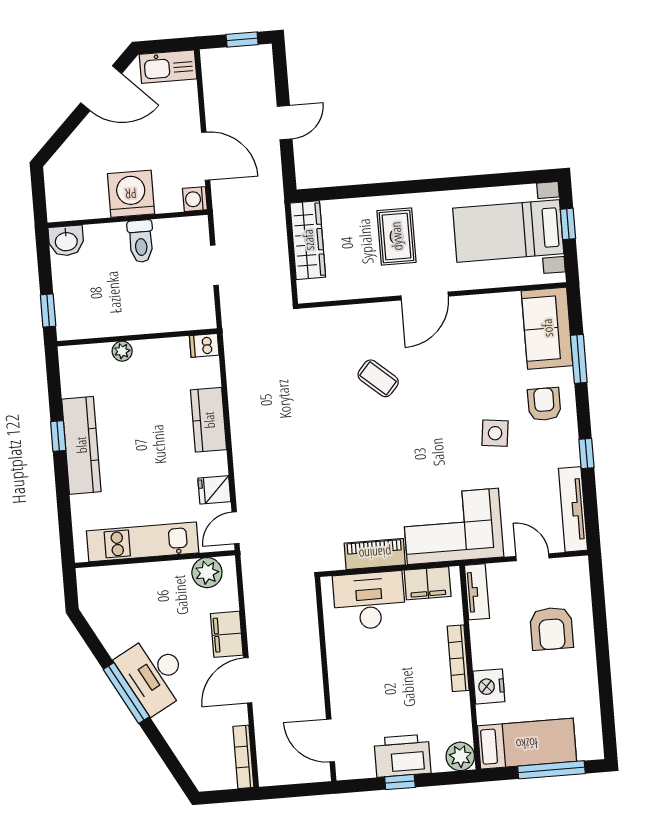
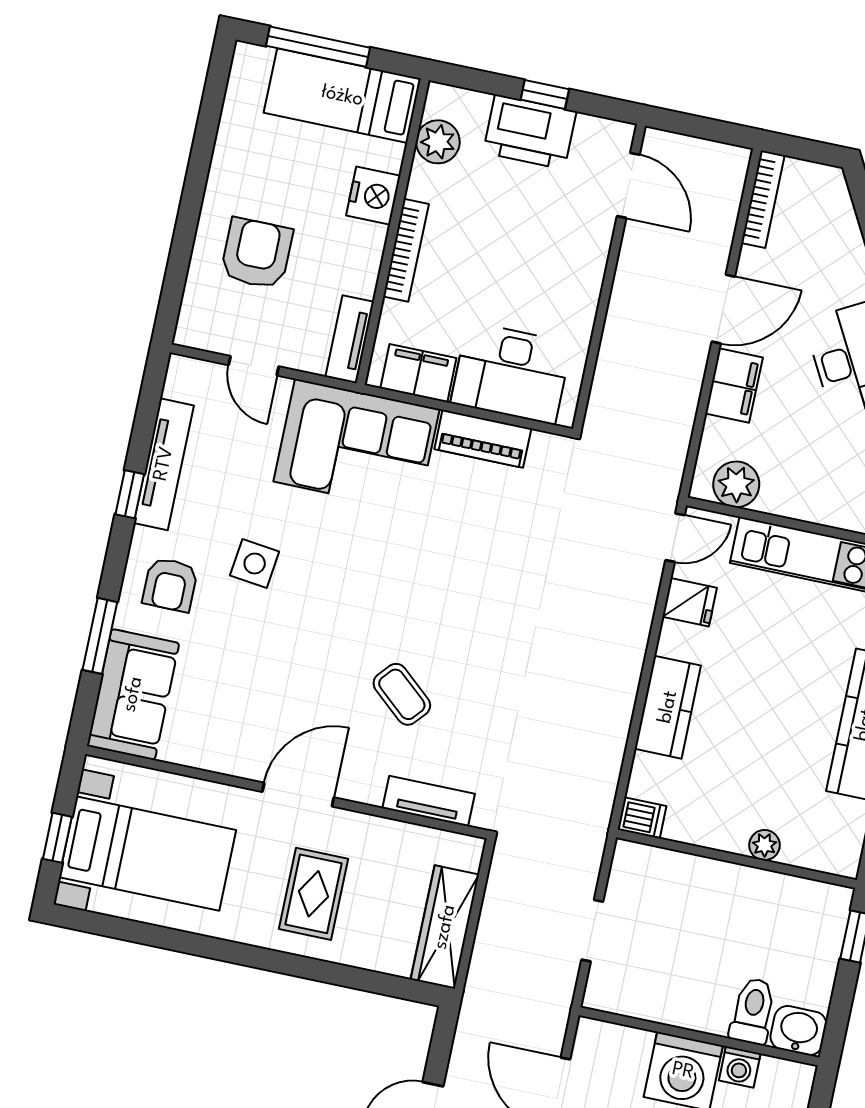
washing machine: (195, 199) -> (740, 1067), moved, turned 90
toilet: (141, 241) -> (753, 1011), moved
tv unit: (341, 316) -> (429, 801), added
tv unit: (573, 509) -> (164, 464), moved
plant: (460, 756) -> (438, 142), moved

